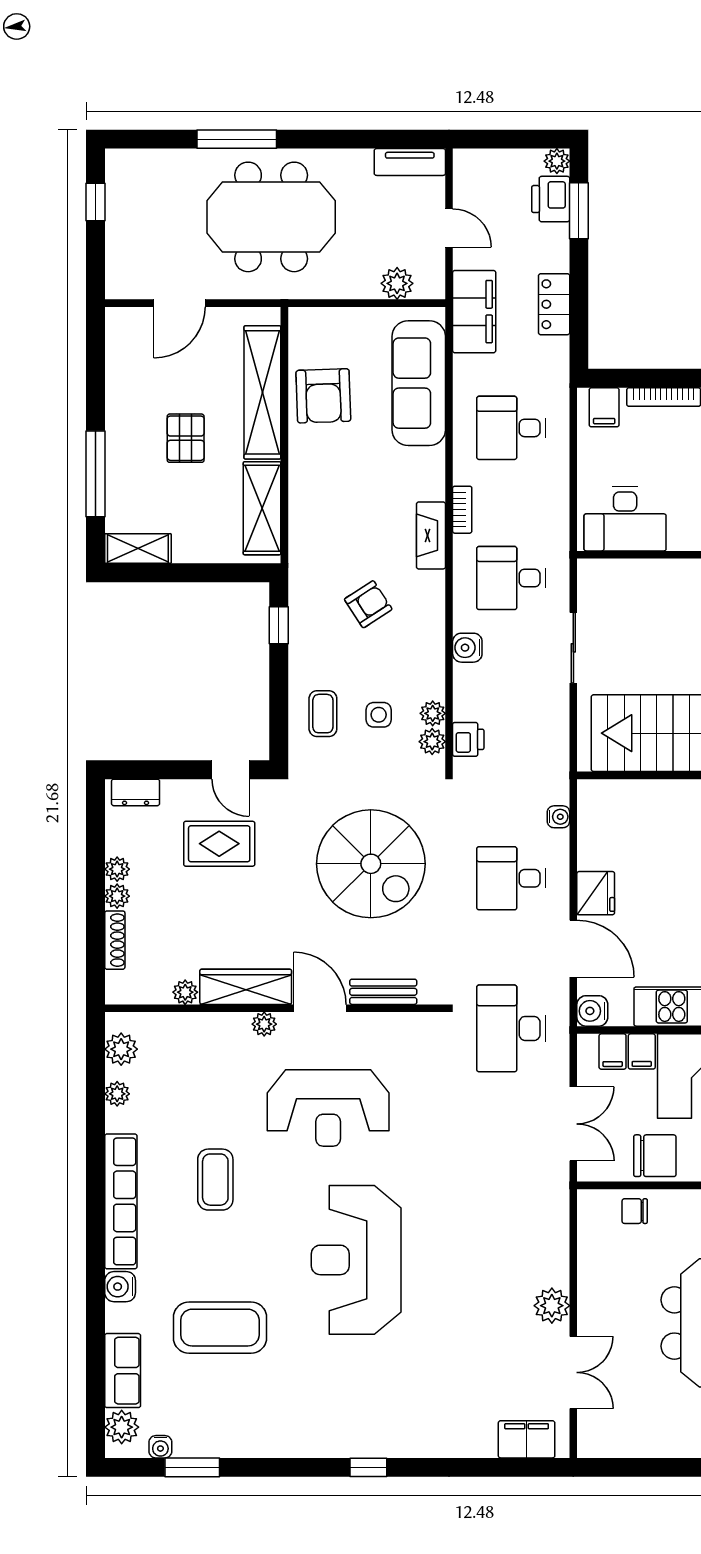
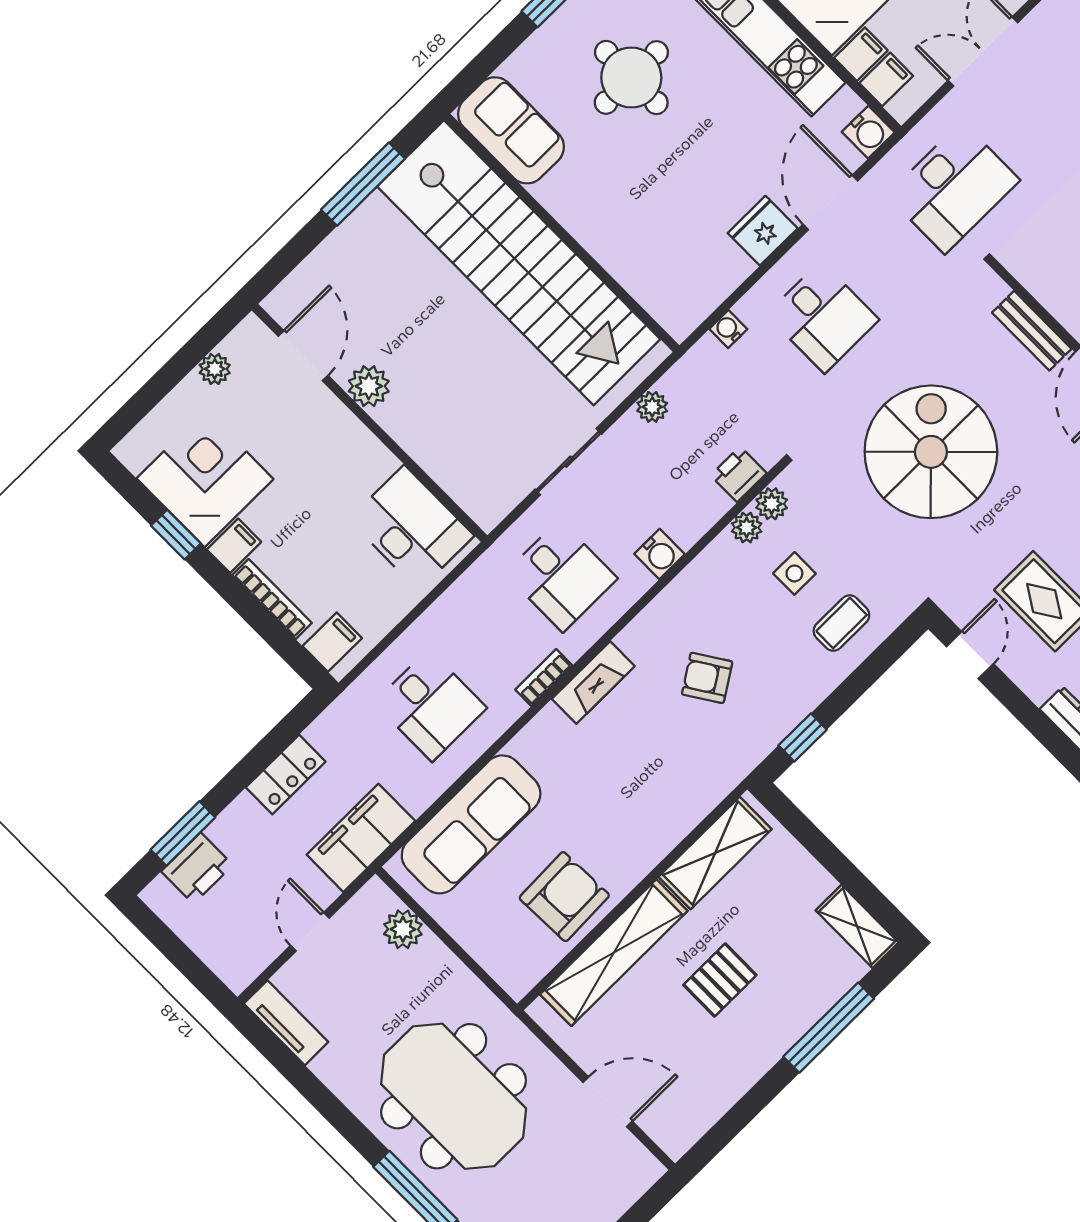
plant: (557, 161) -> (652, 407), moved

